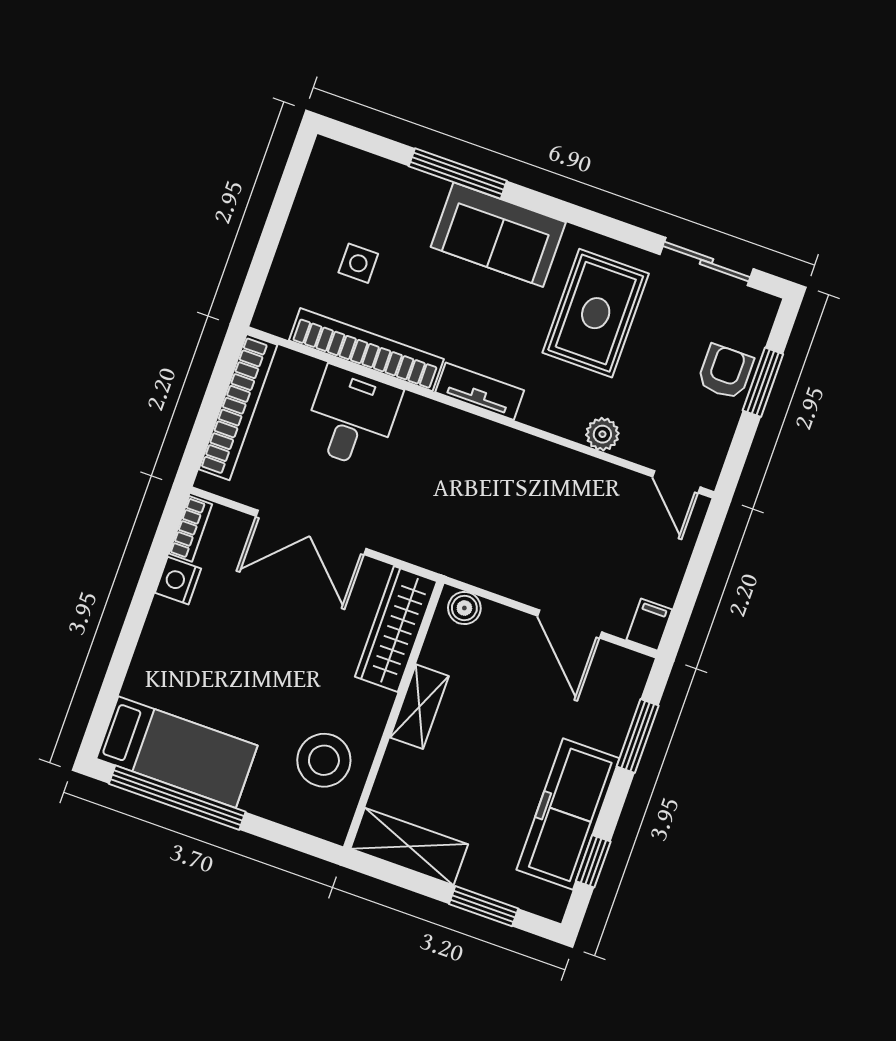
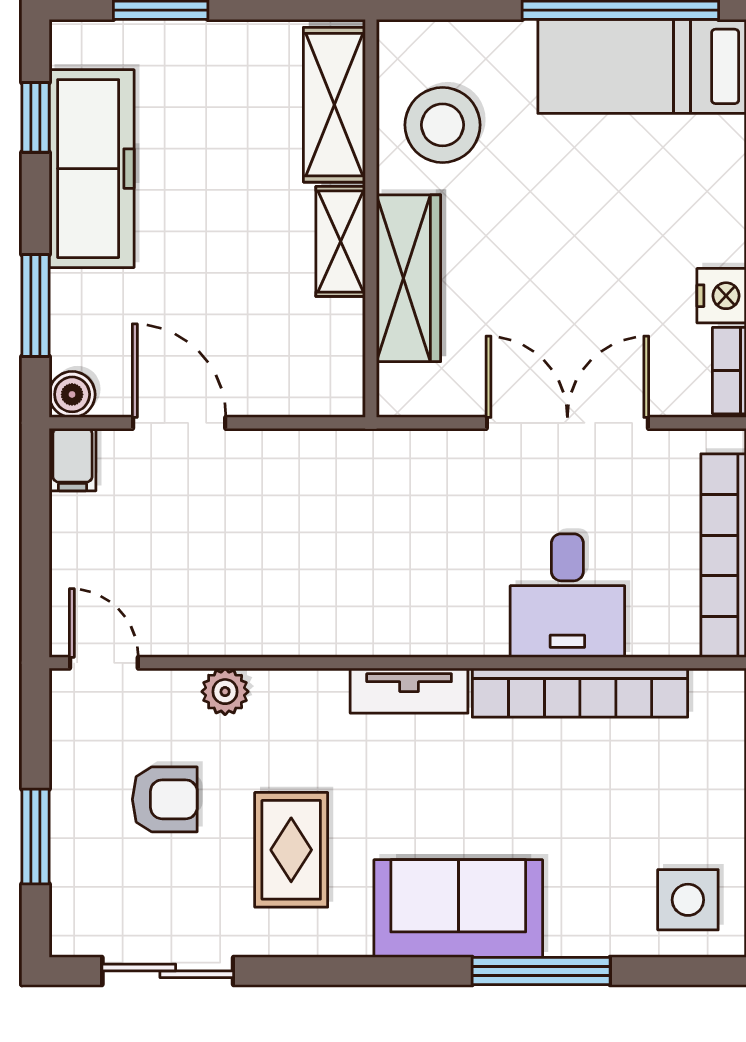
side table: (358, 263) -> (688, 900), moved, width x1.37, depth x1.37
rug: (596, 313) -> (291, 850), width x0.73, depth x0.70
armchair: (725, 372) -> (165, 799), moved, turned -90
boiler: (464, 608) -> (72, 394), moved
wardrobe: (396, 629) -> (408, 278), moved
shelving: (409, 846) -> (334, 105), moved, turned 90

